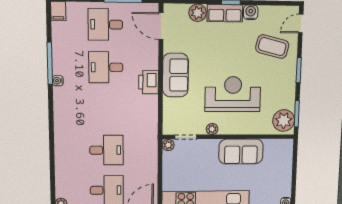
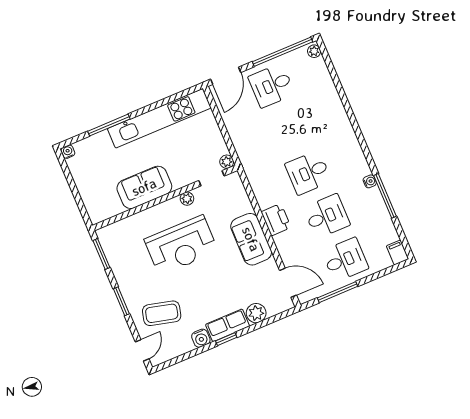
plant: (284, 121) -> (113, 241), removed
desk: (106, 150) -> (308, 173), moved

